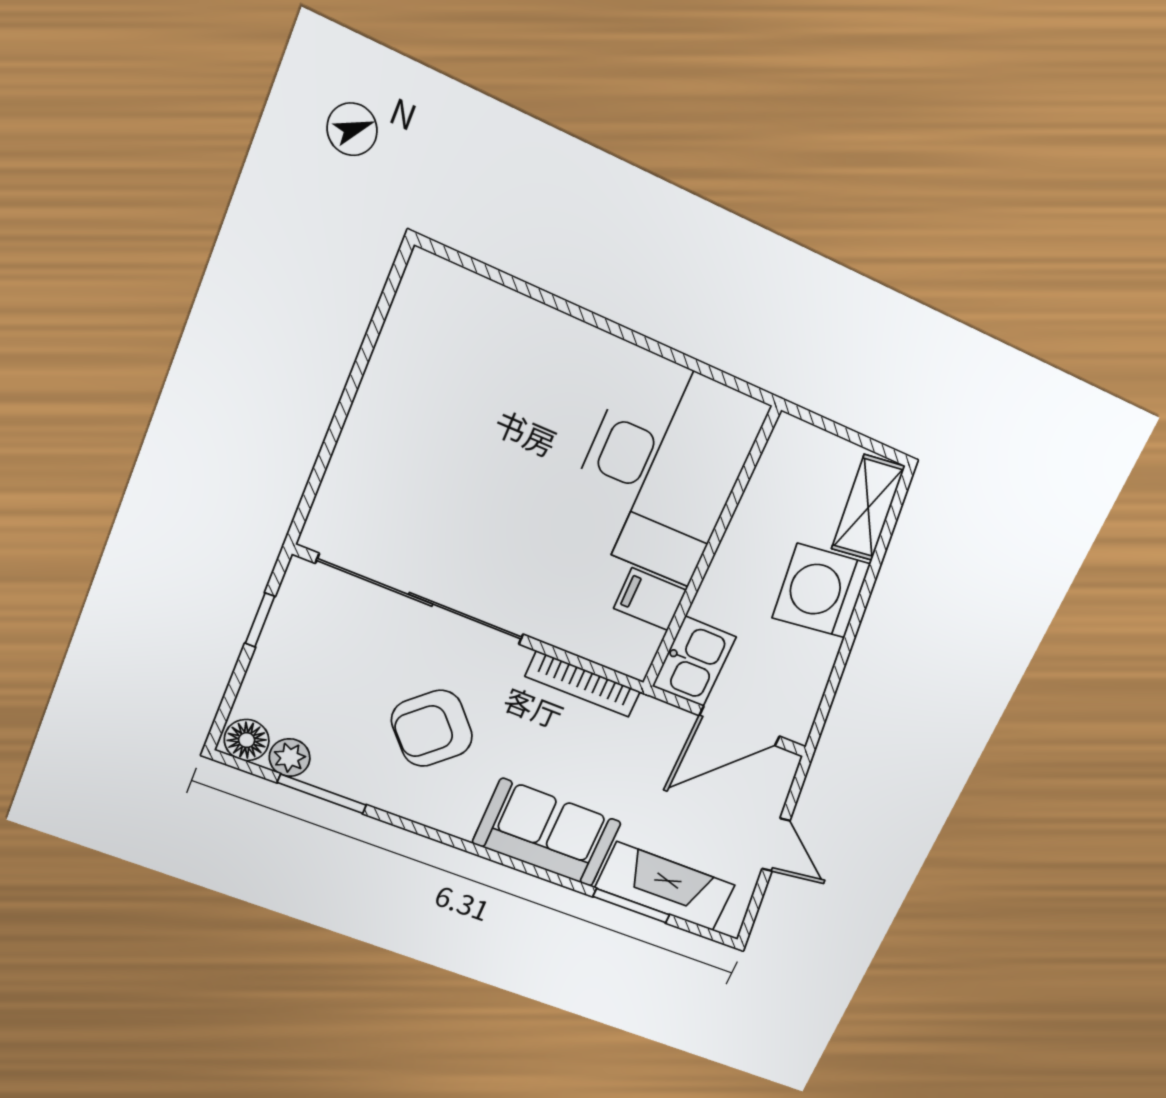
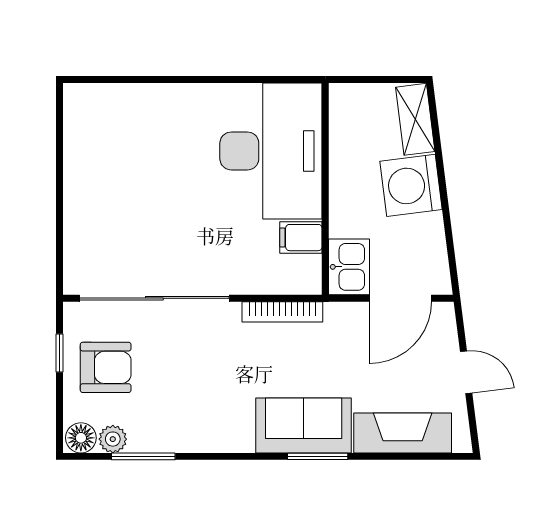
armchair: (432, 728) -> (106, 367), moved, turned -138
window: (631, 906) -> (318, 456), moved

